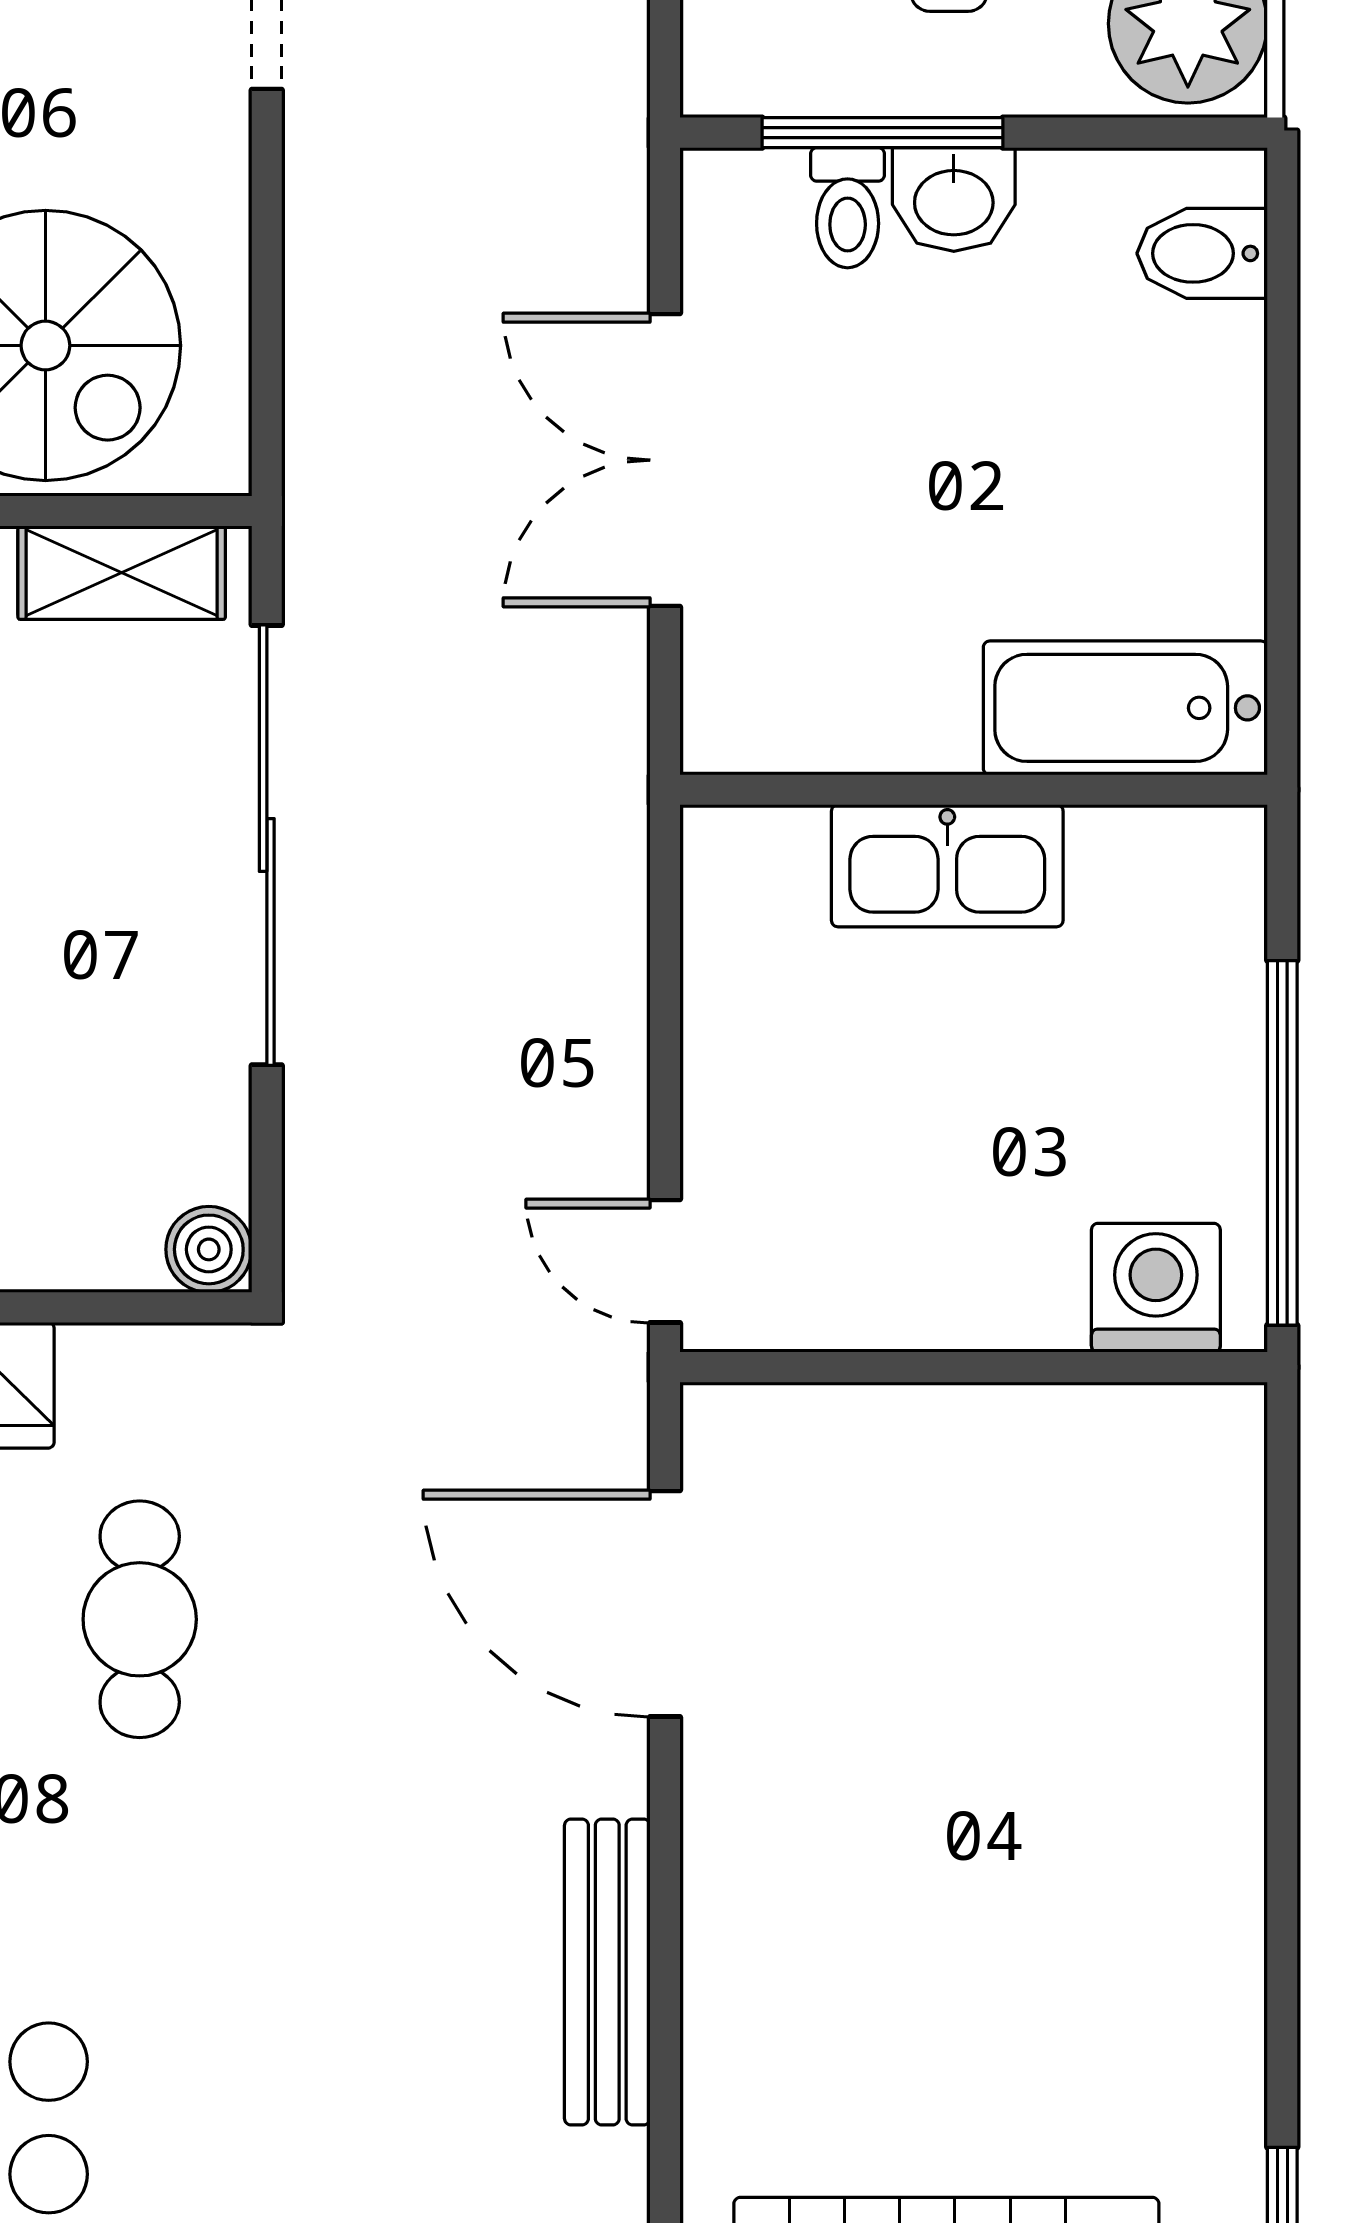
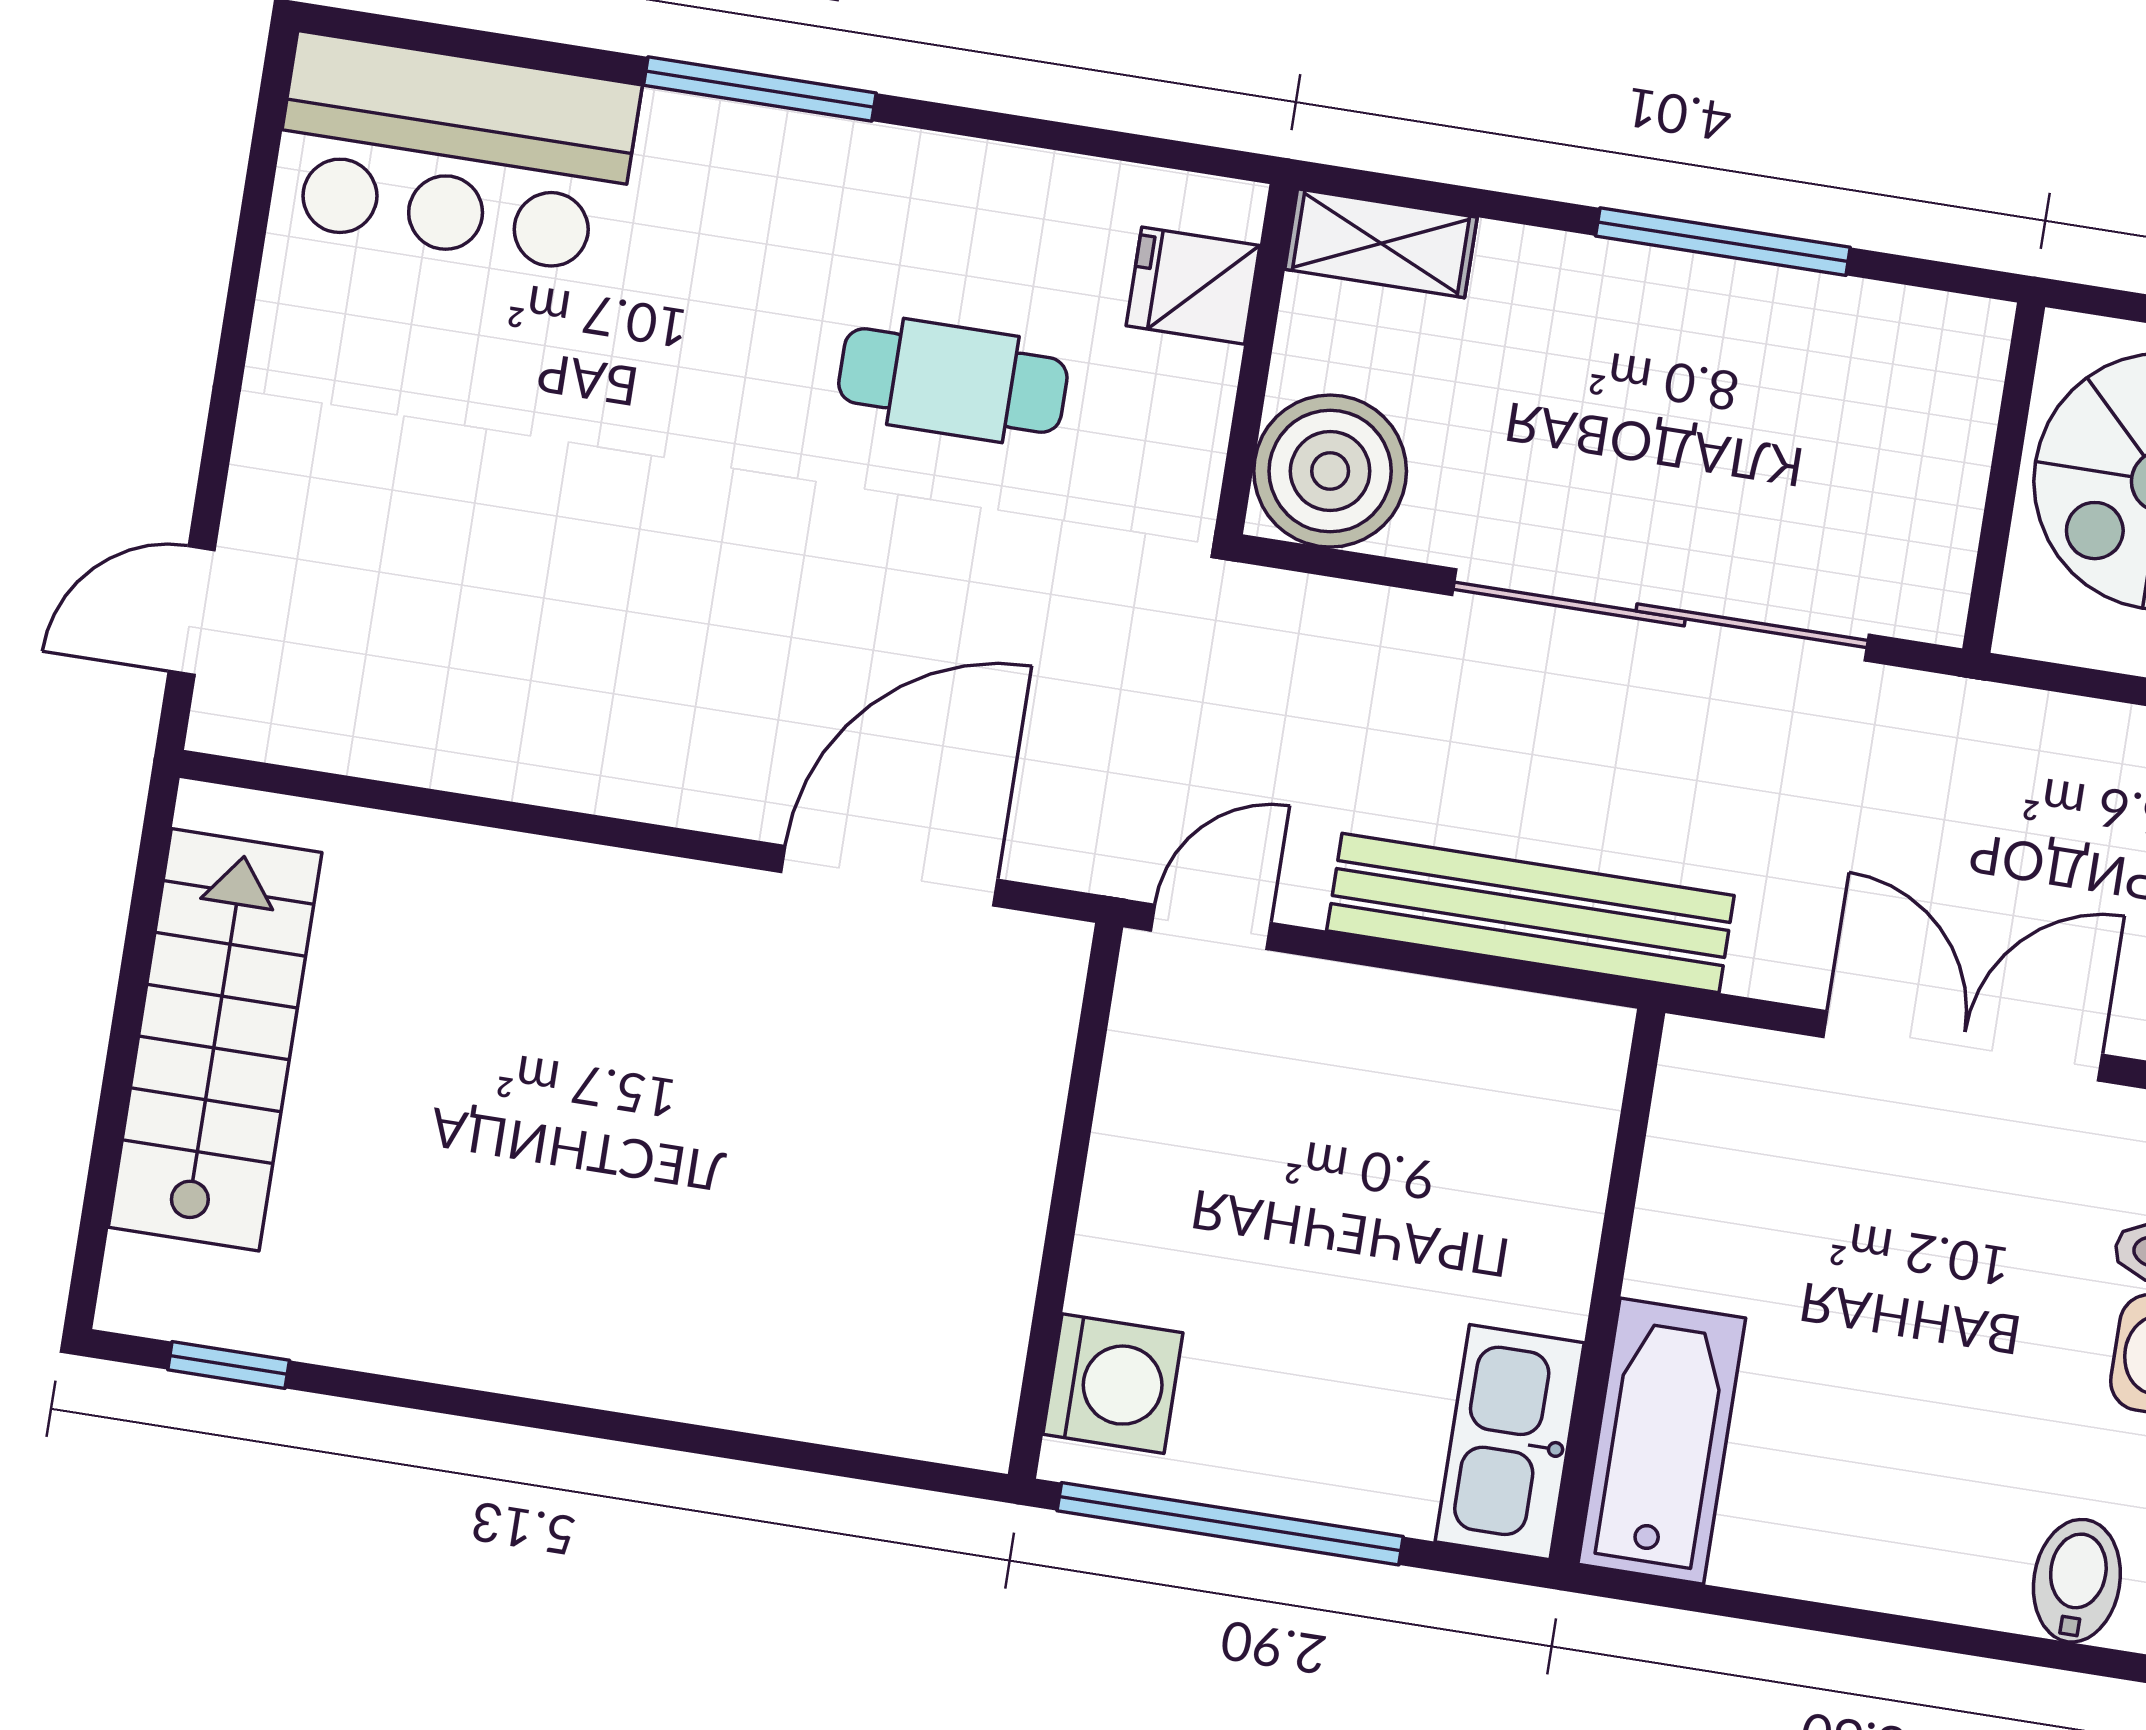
shelving: (122, 573) -> (1938, 519), removed
kitchen sink: (947, 866) -> (1510, 1442), moved
boiler: (209, 1249) -> (1330, 471), width x1.86, depth x1.86
bench: (607, 1972) -> (1530, 913), moved, width x1.37, depth x1.21

